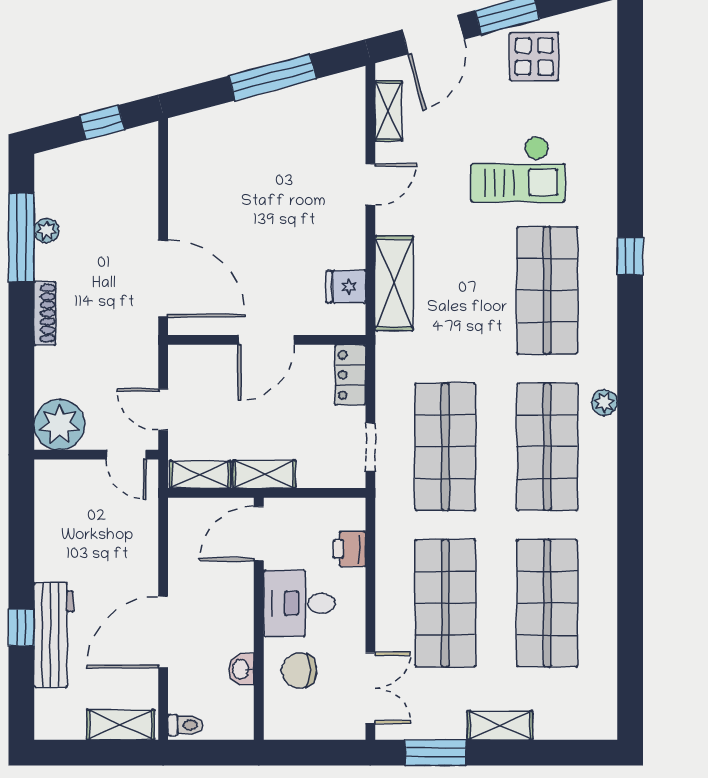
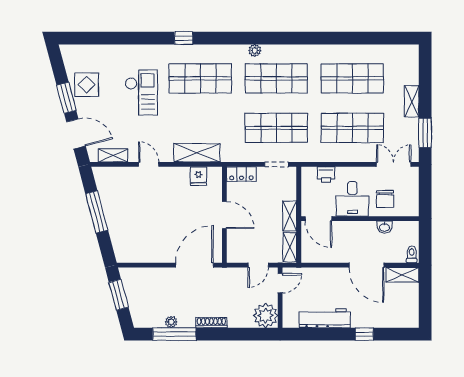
window: (102, 123) -> (119, 295), width x1.50
workbench: (54, 635) -> (325, 318), moved
shelving: (121, 725) -> (403, 275), moved, turned 90

